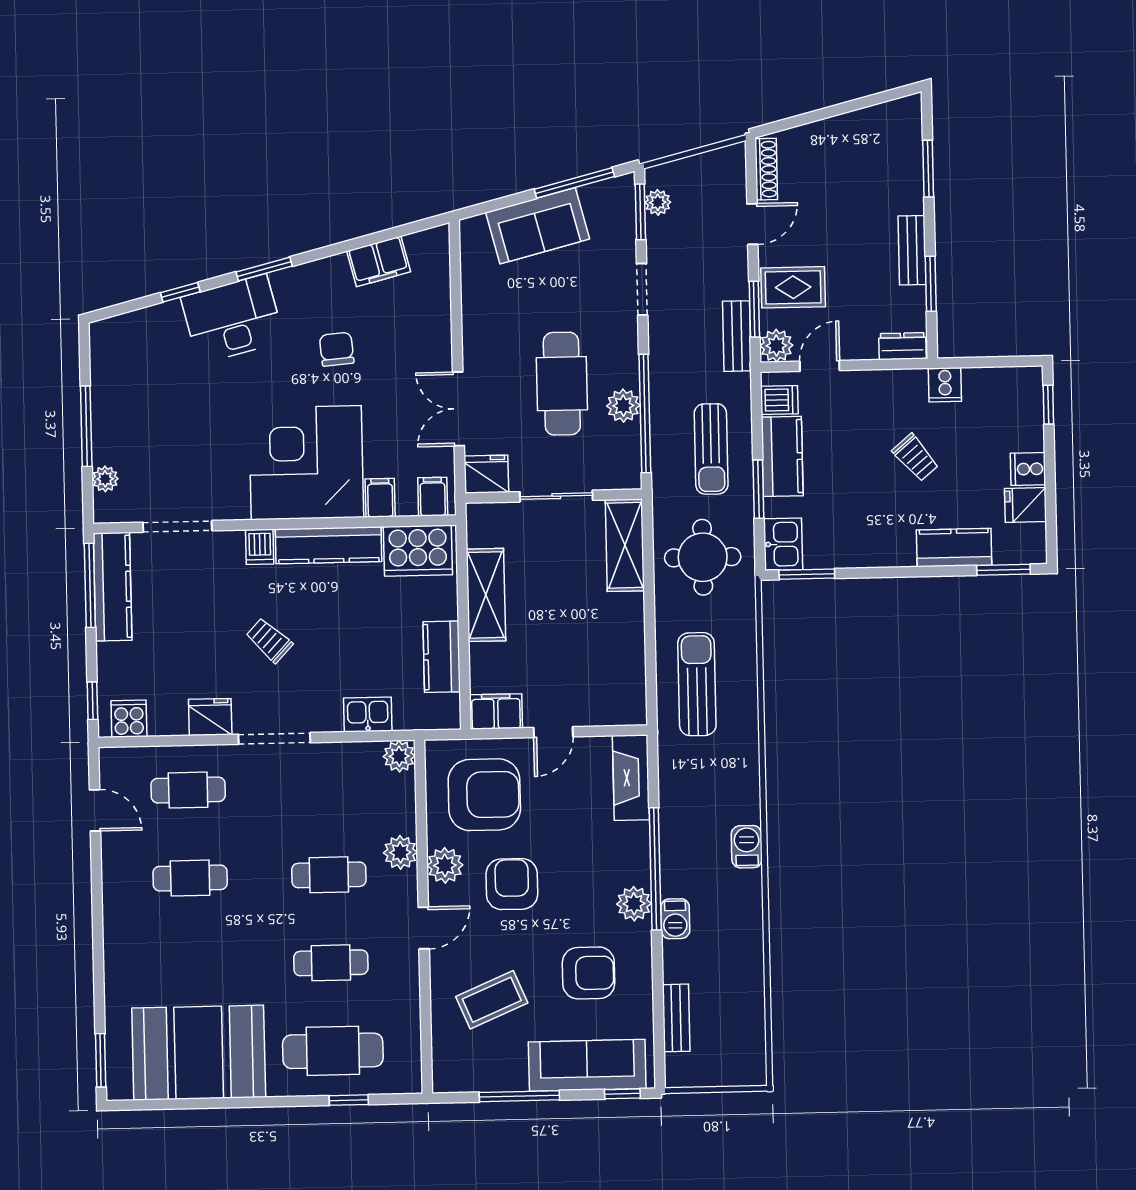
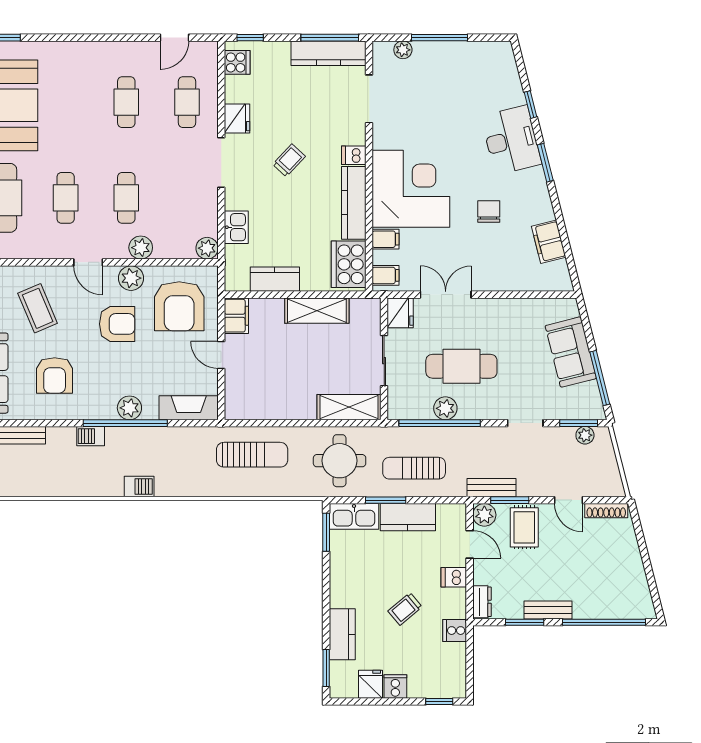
window: (928, 169) -> (604, 622), width x2.11
chair: (337, 349) -> (489, 211), turned -85
dishwasher: (779, 400) -> (454, 577), moved, turned 90
kitchen sink: (783, 544) -> (354, 516), width x1.38
plant: (634, 904) -> (129, 408), moved

